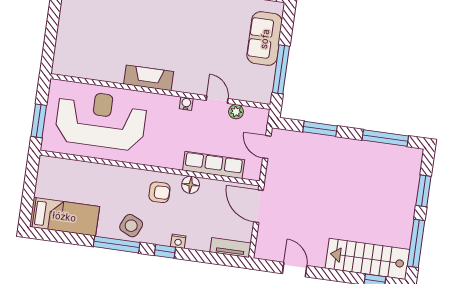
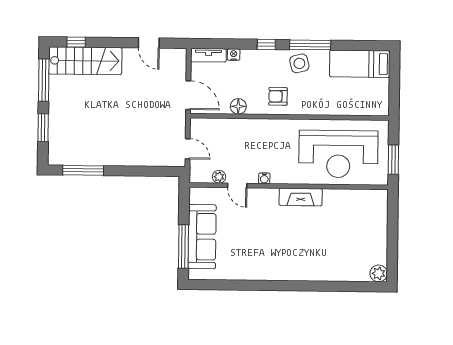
sofa: (265, 39) -> (202, 237), width x1.36
window: (281, 69) -> (183, 247), moved
window: (39, 121) -> (393, 160), moved
window: (320, 129) -> (142, 171), removed
row of seats: (214, 165) -> (233, 127), removed
floor lamp: (191, 185) -> (238, 106), moved
side table: (131, 226) -> (299, 63), turned -38
nightstand: (178, 241) -> (234, 55), moved

